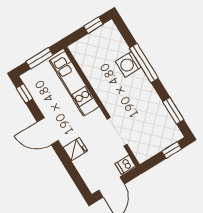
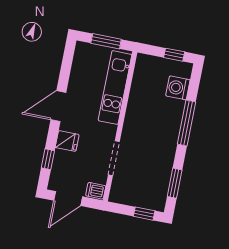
washing machine: (128, 64) -> (178, 88), moved
window: (25, 93) -> (48, 159), moved
door: (48, 131) -> (58, 106), hinge flipped

